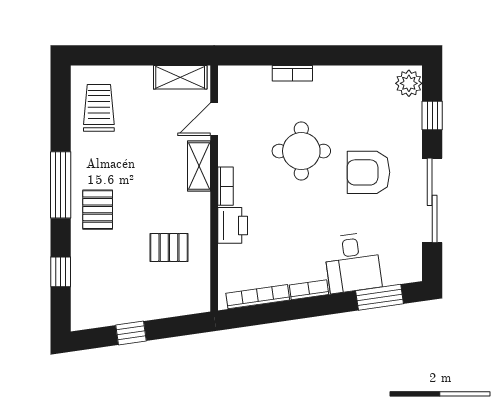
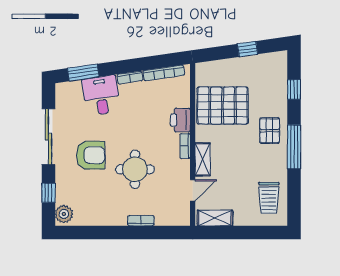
pallet: (169, 247) -> (222, 106), width x2.05, depth x2.00

